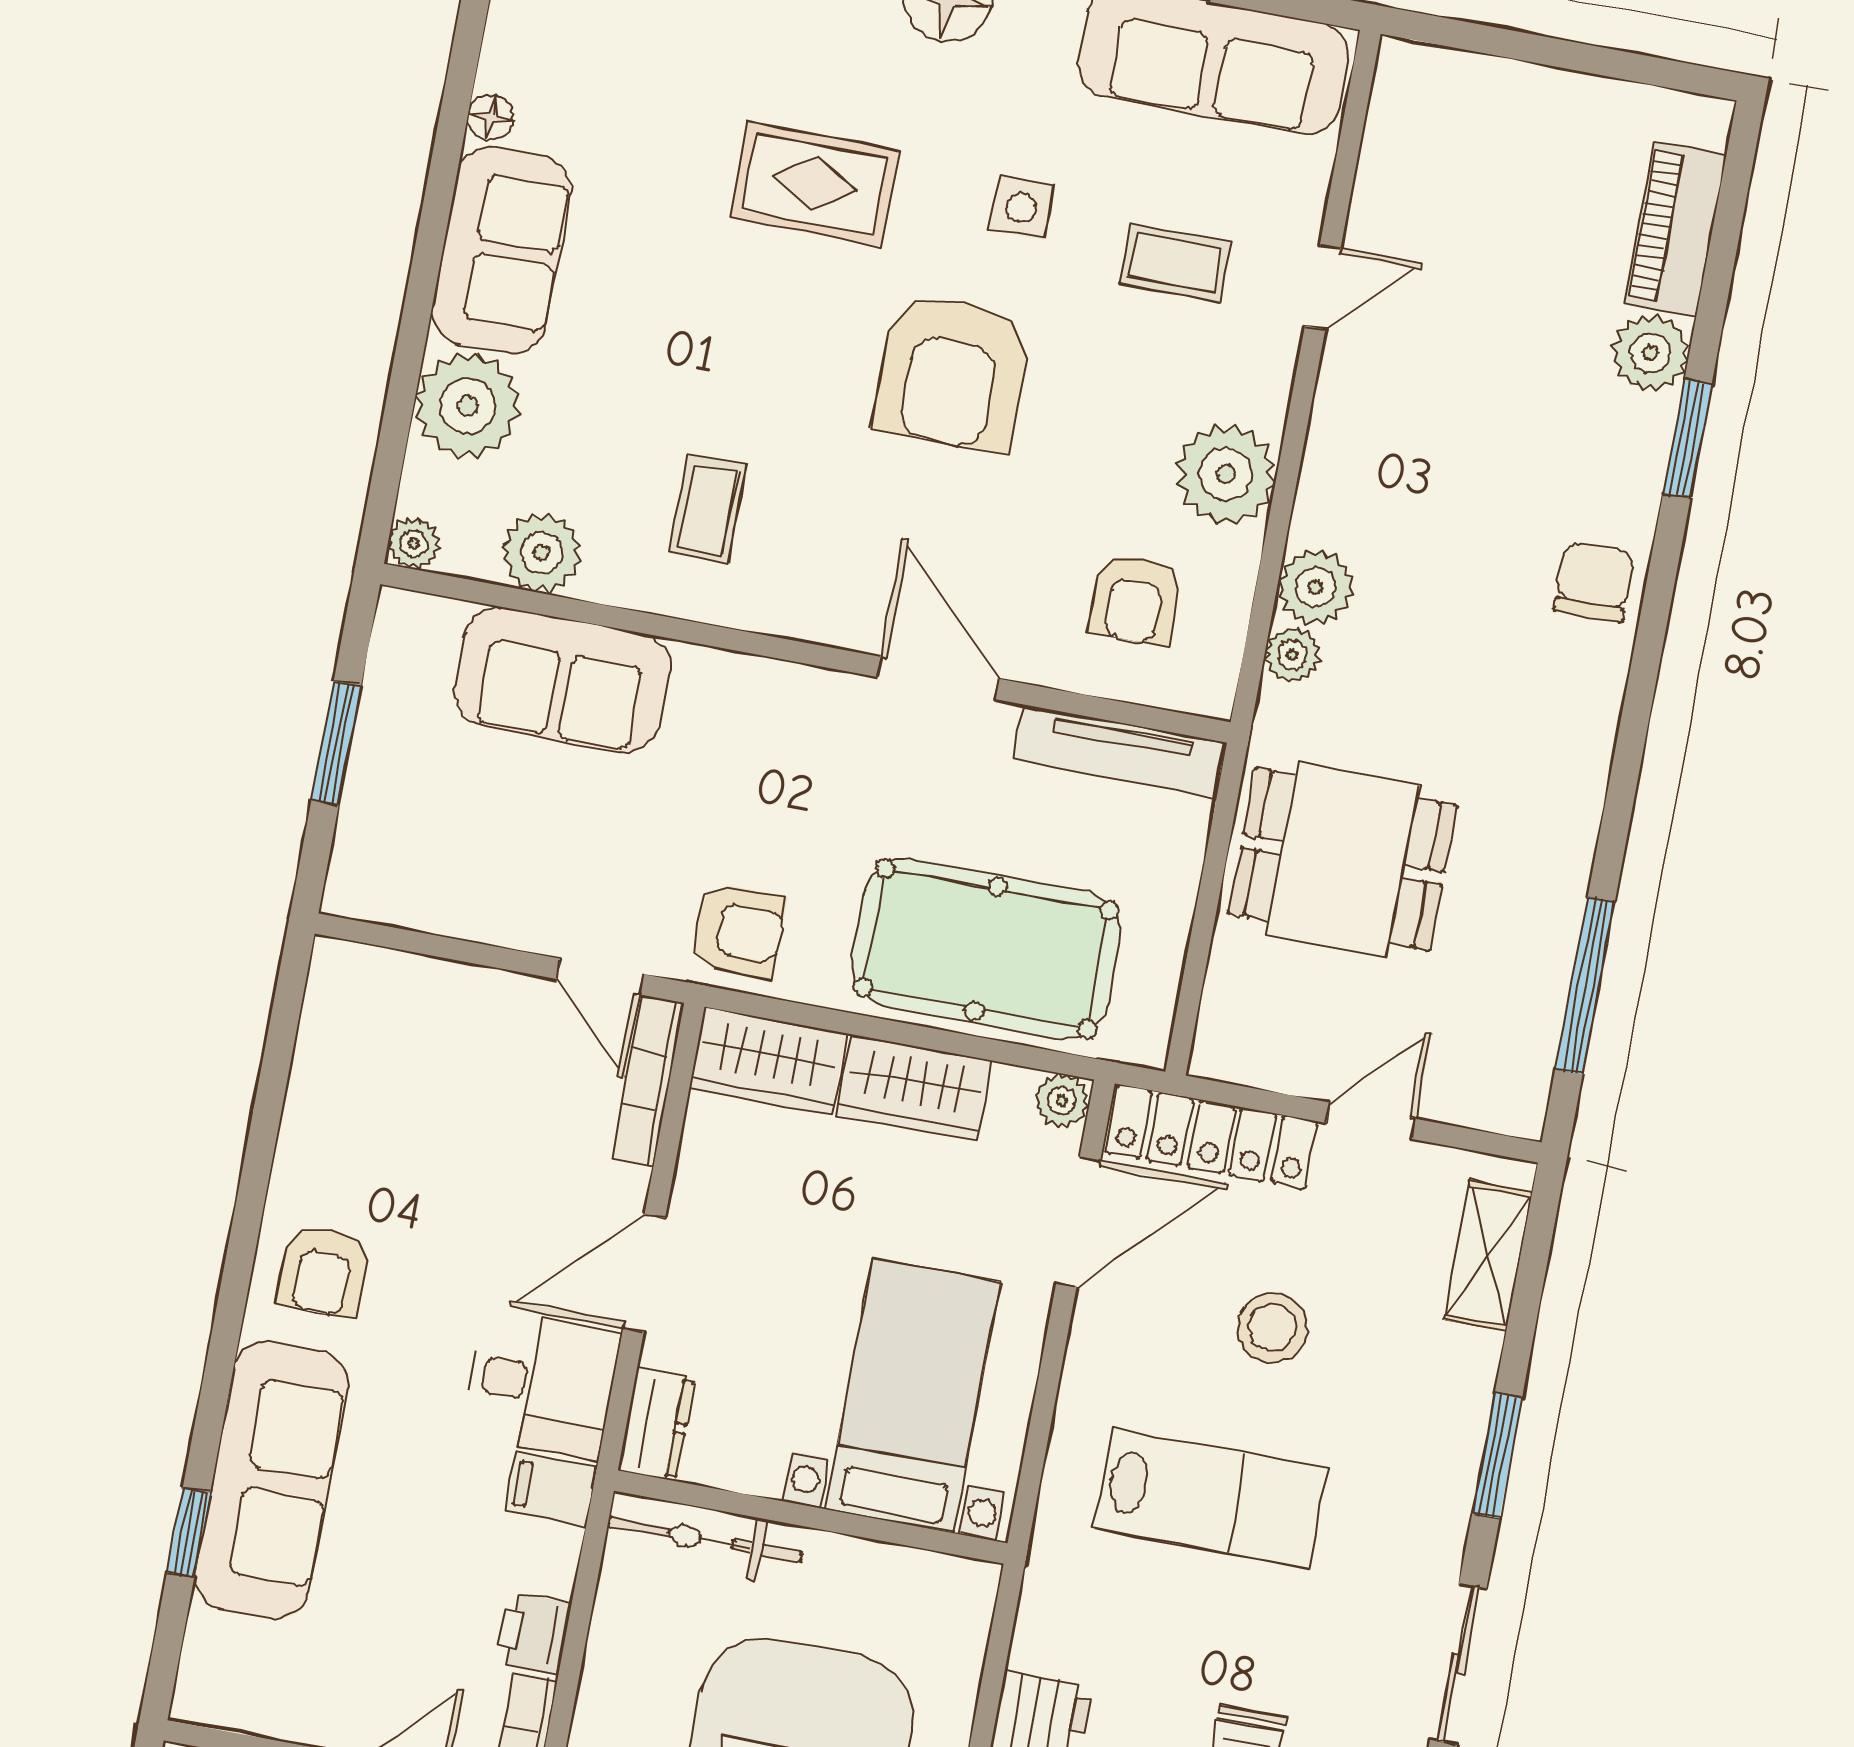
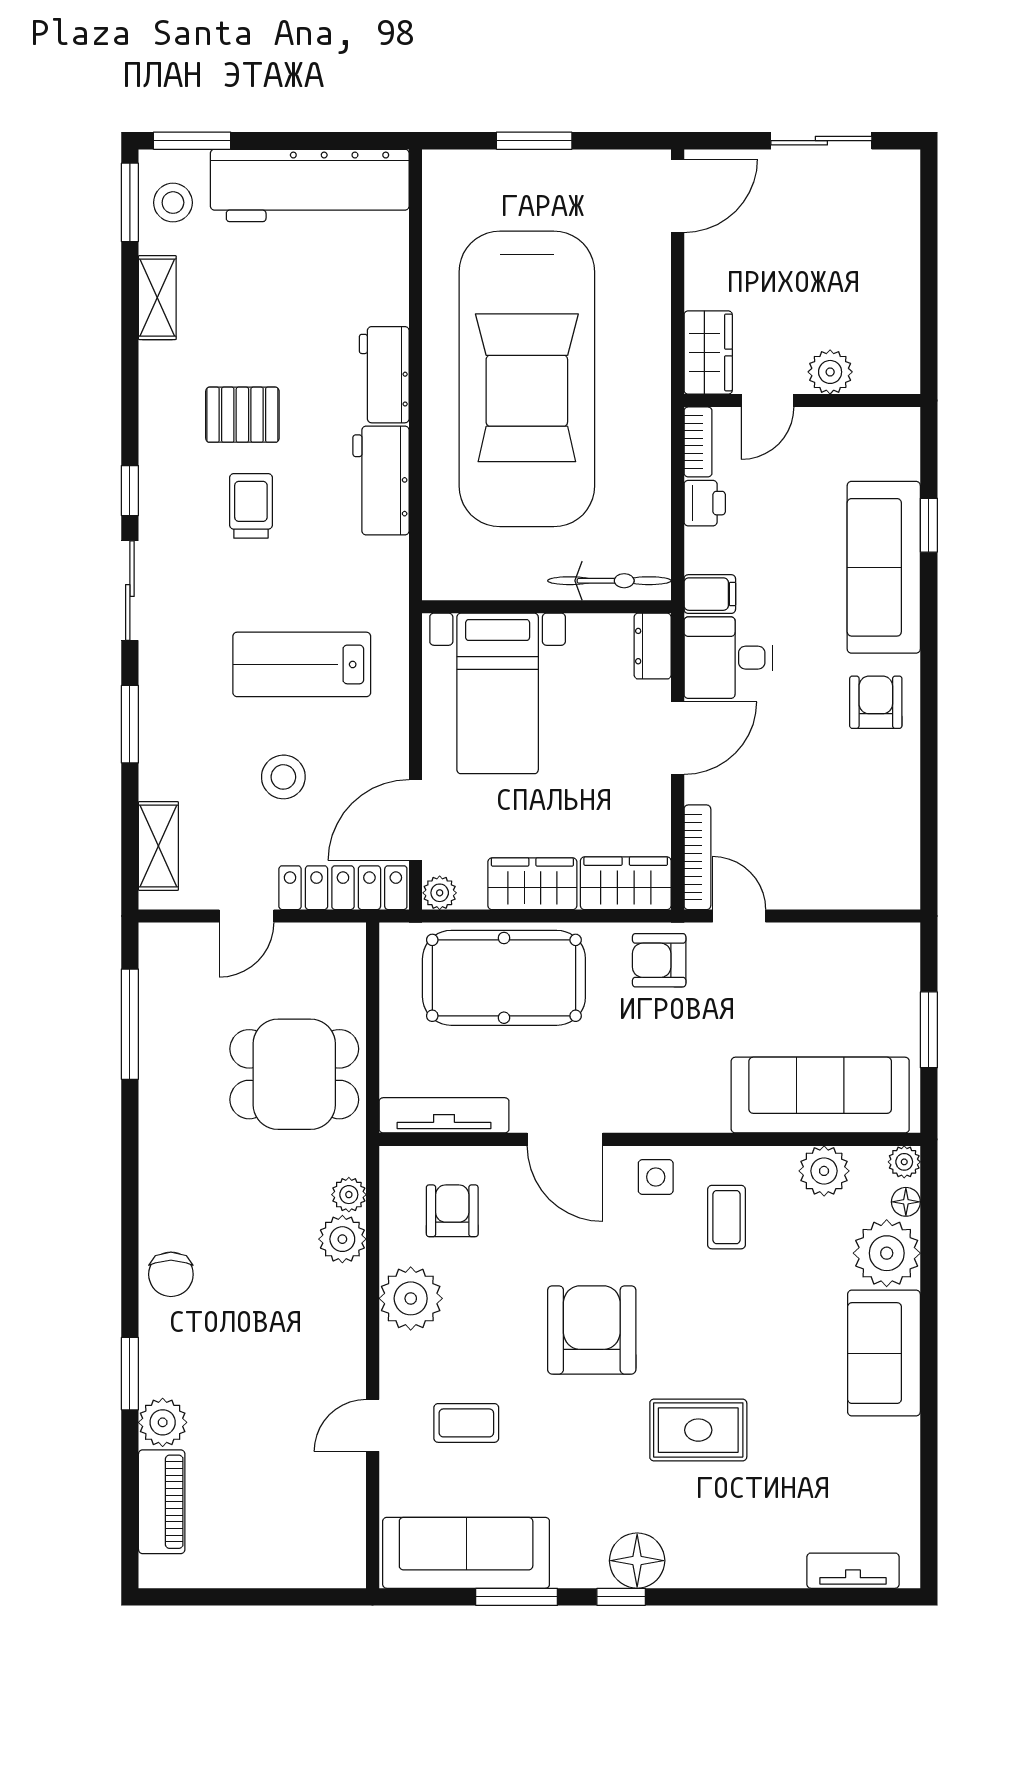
floor lamp: (491, 117) -> (906, 1202), moved
side table: (1022, 207) -> (656, 1177), moved
sofa: (562, 679) -> (820, 1095), width x1.36

